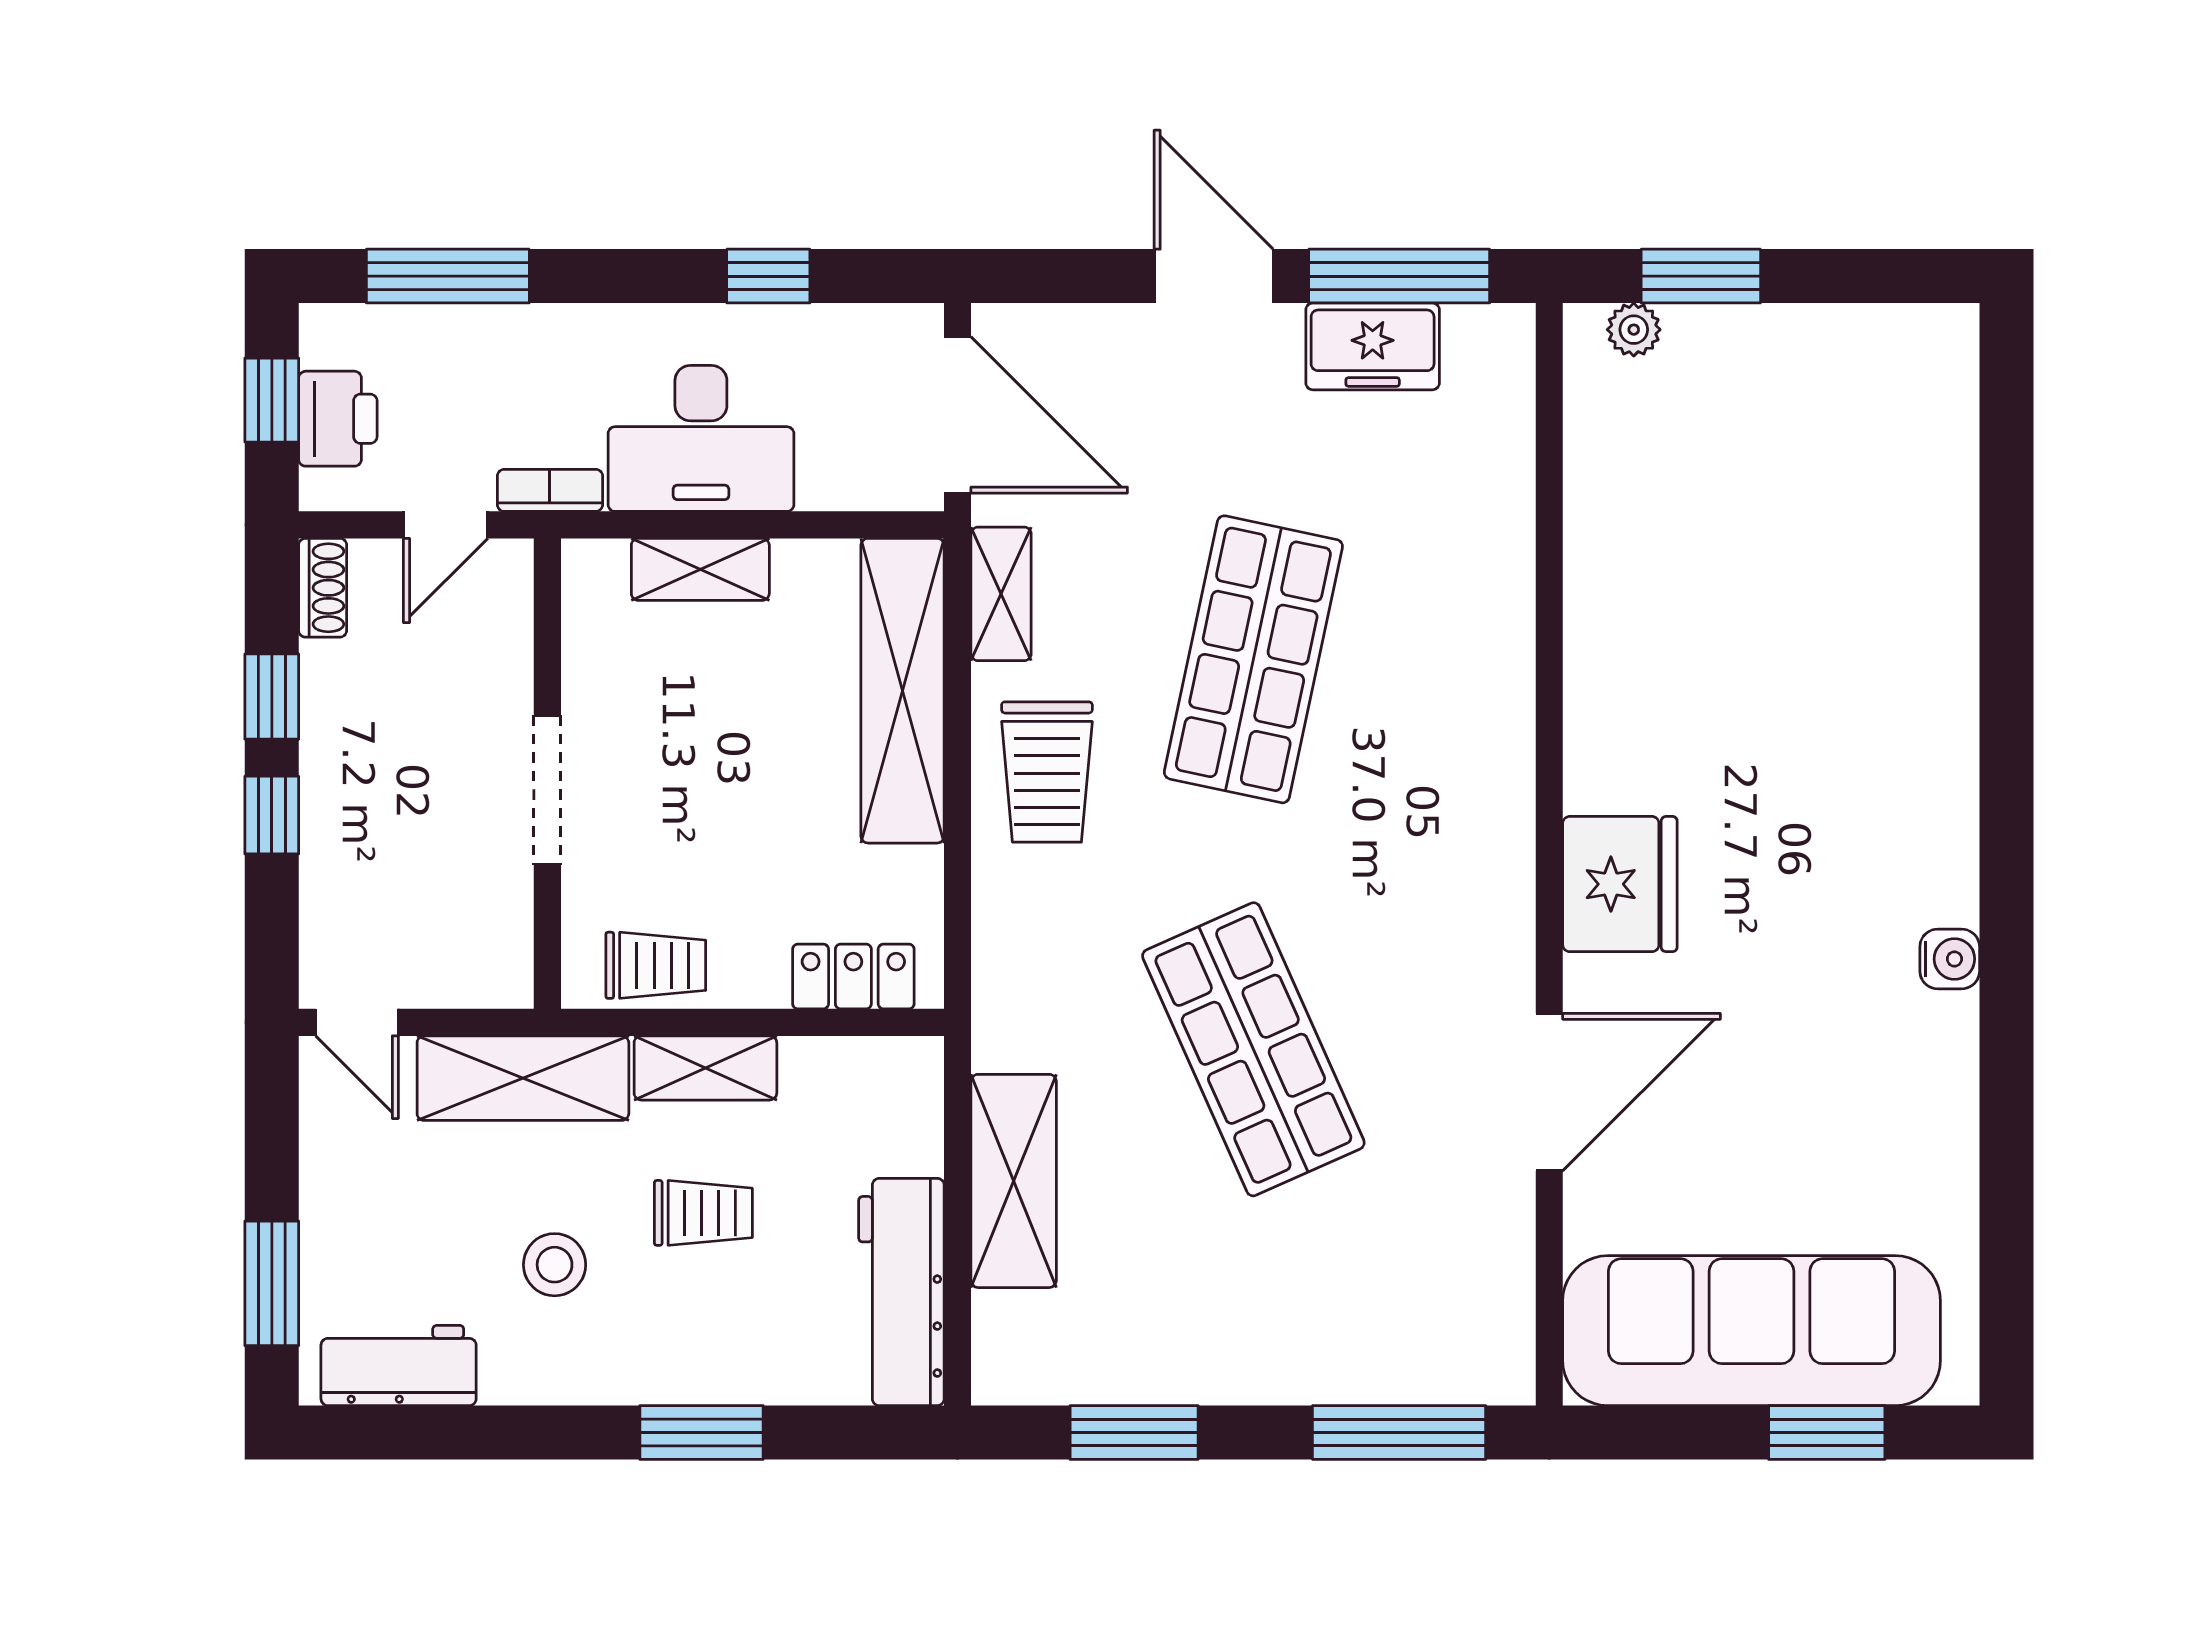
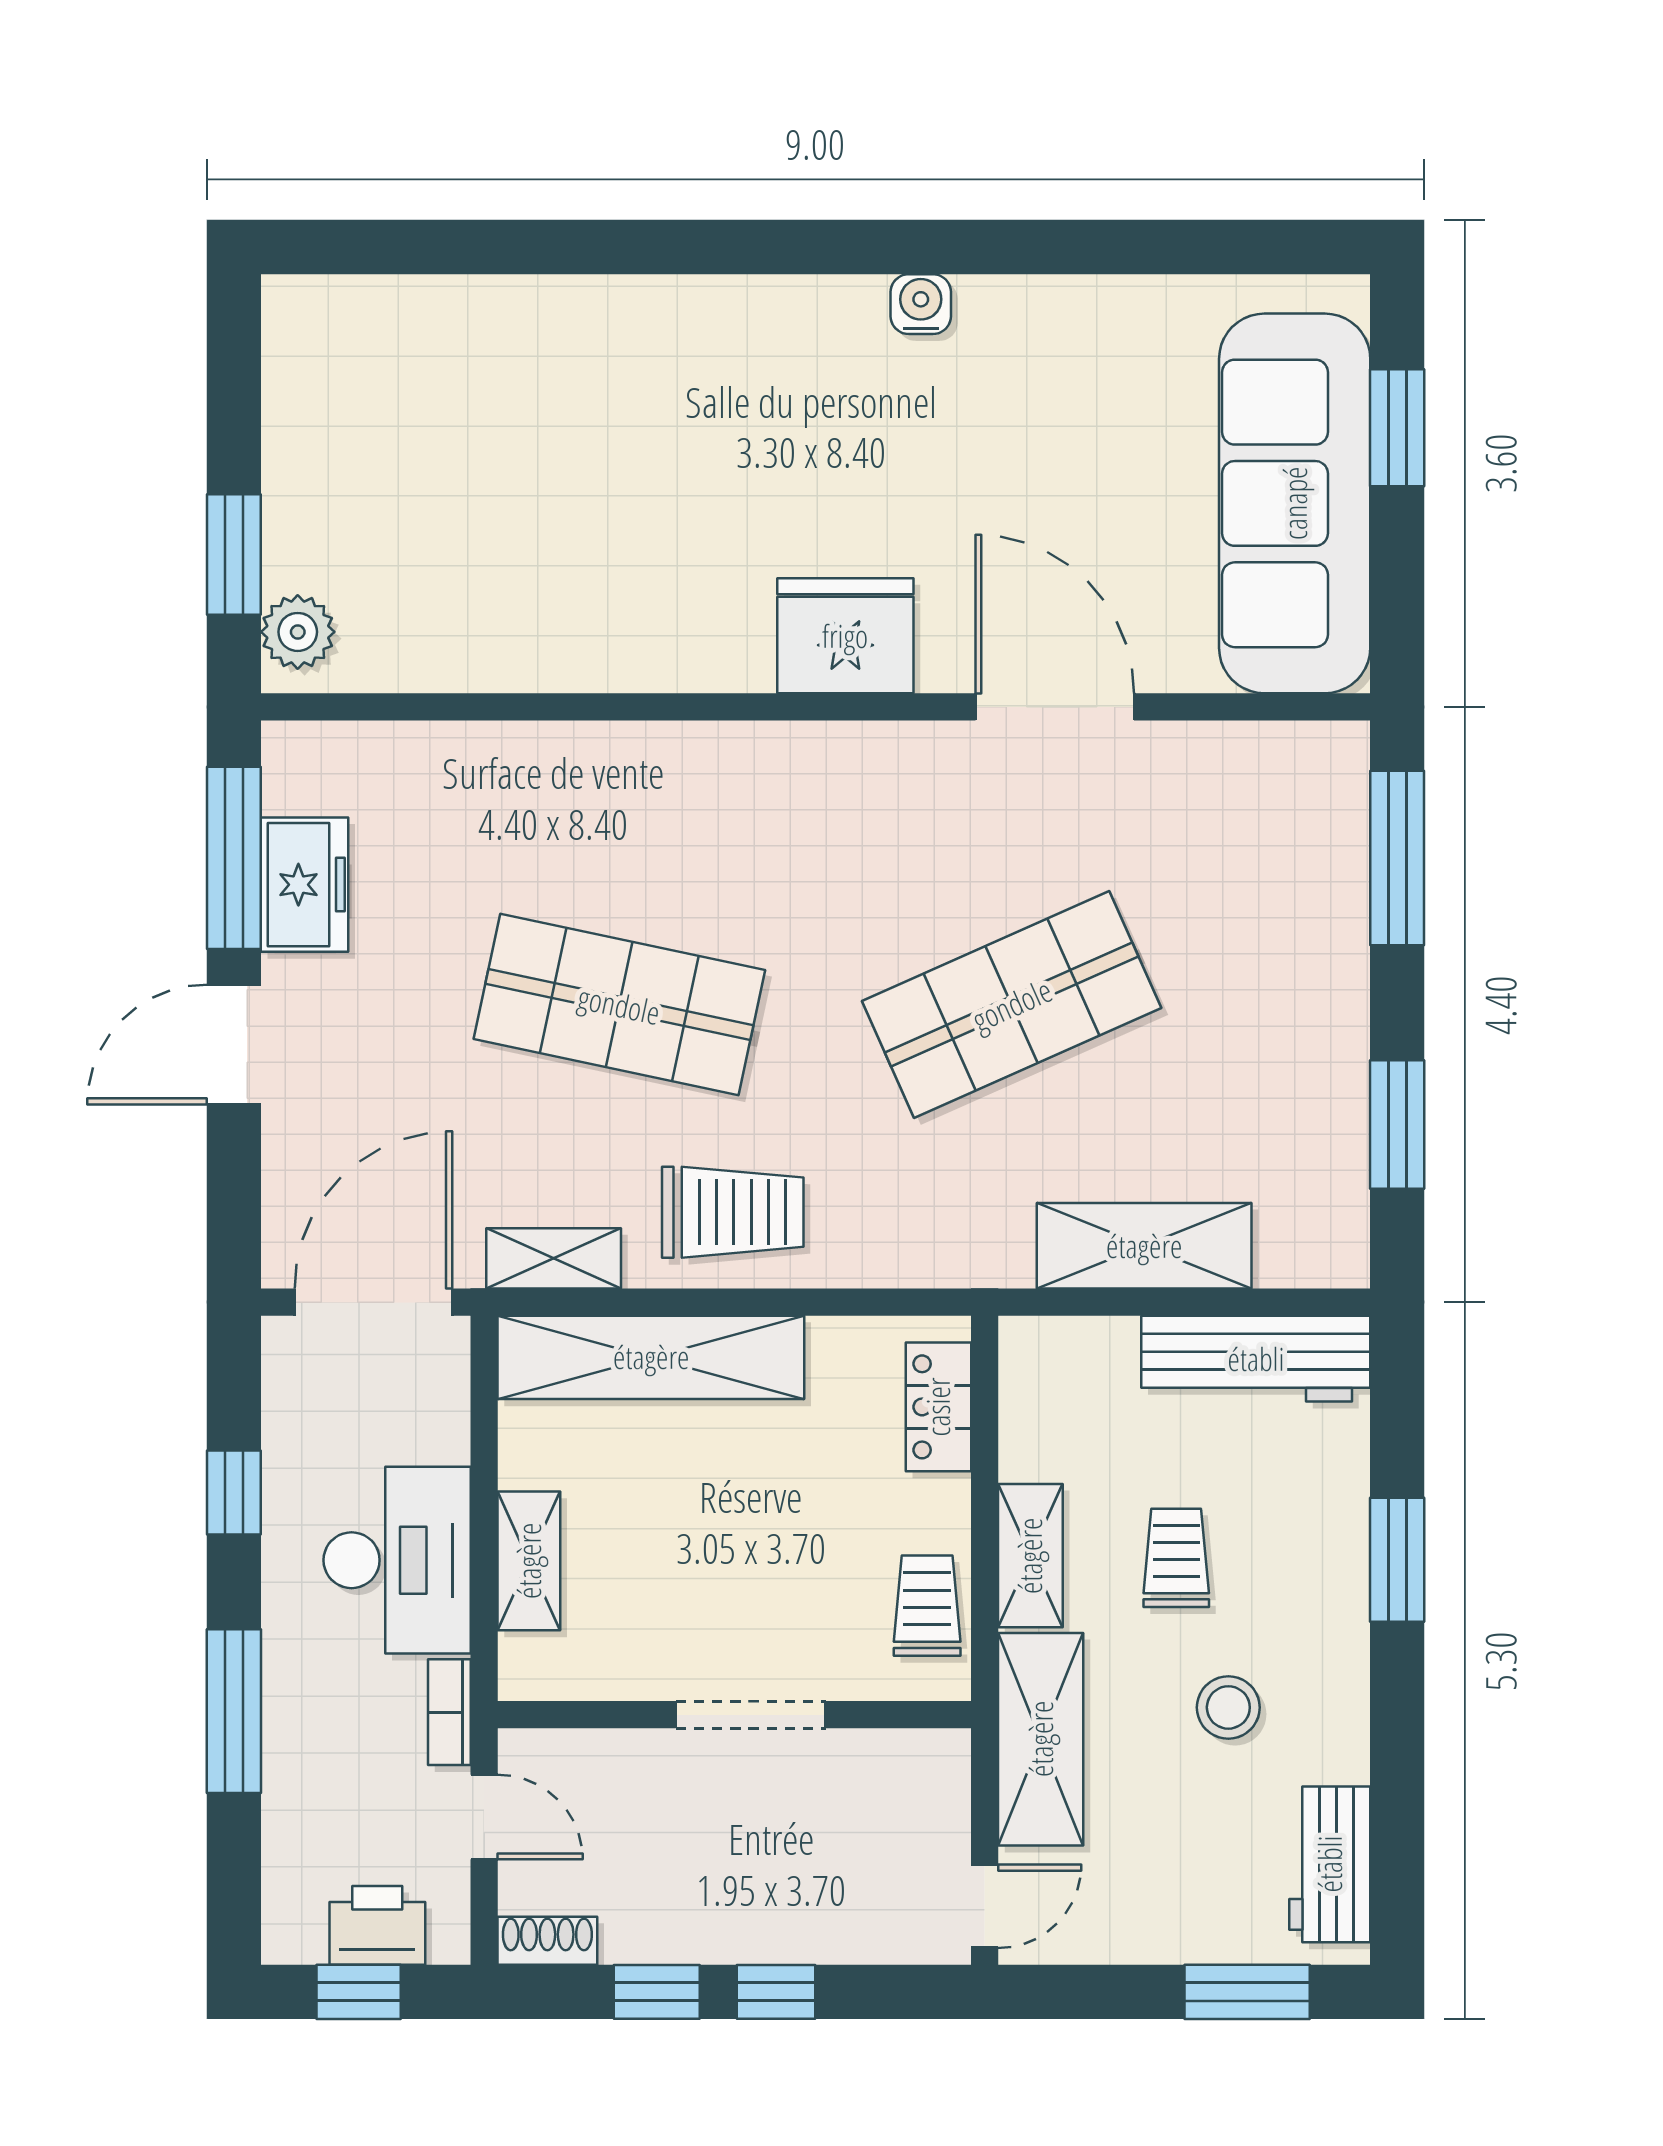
window: (448, 276) -> (234, 1711), moved
plant: (1634, 330) -> (298, 632), width x1.38, depth x1.38

